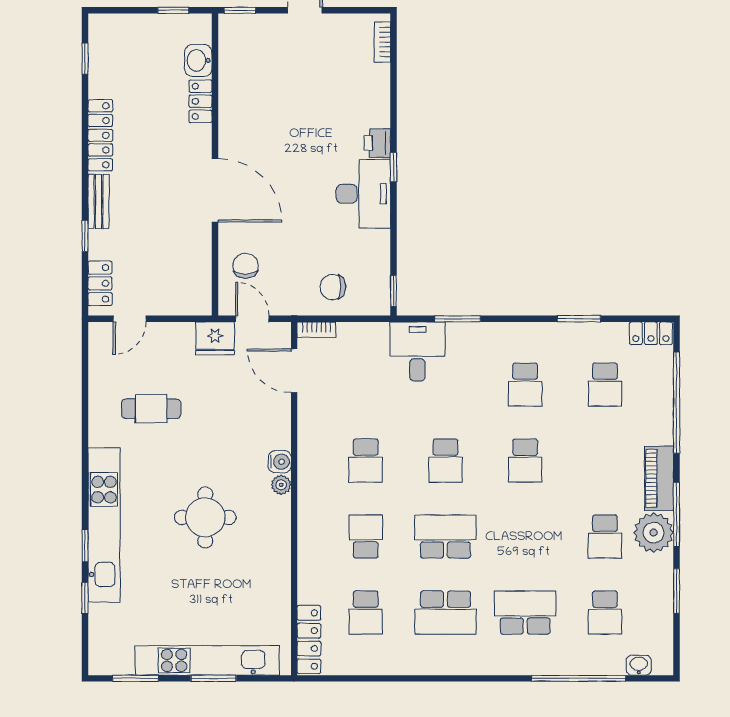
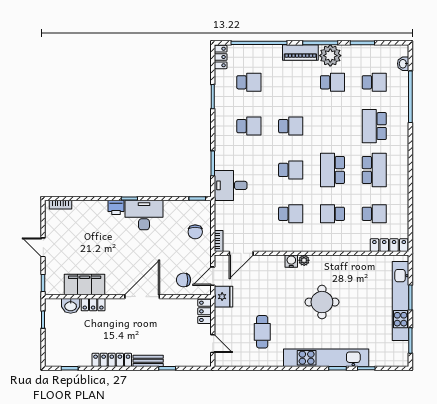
filing cabinet: (237, 86) -> (85, 285), added
locker: (100, 283) -> (204, 311), moved, turned -90

